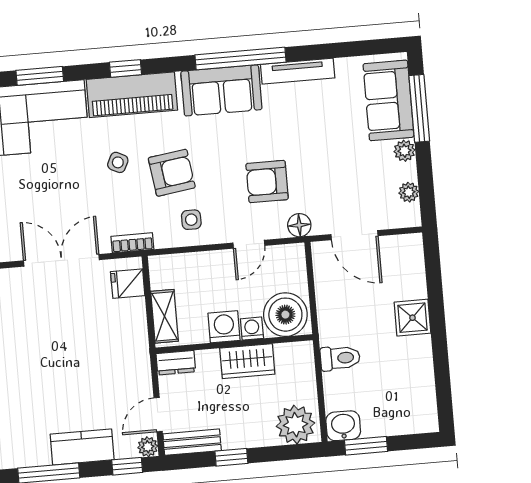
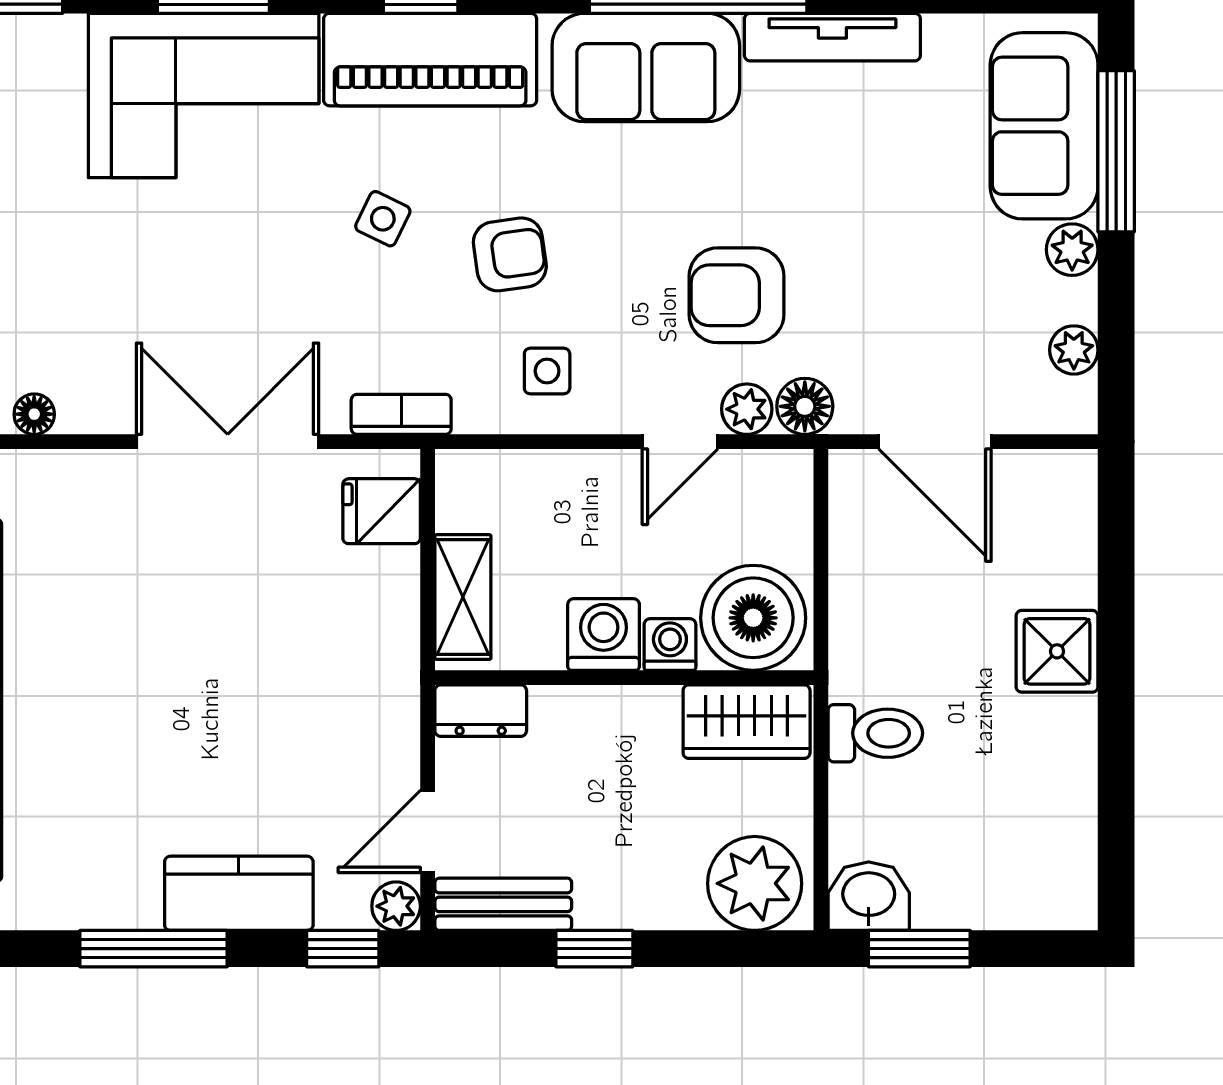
armchair: (172, 173) -> (510, 254), width x0.72, depth x0.72
plant: (275, 228) -> (747, 409), added
wardrobe: (247, 361) -> (747, 722), moved

